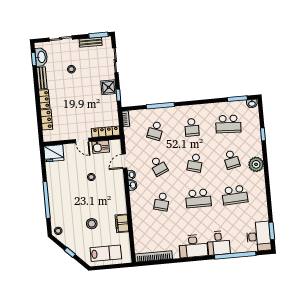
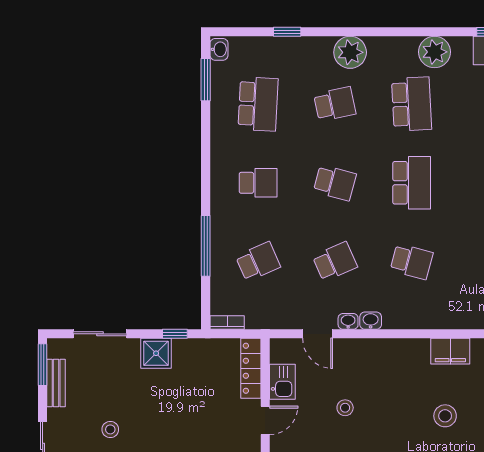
school desk: (155, 131) -> (258, 262), turned -45
plant: (260, 203) -> (434, 52), added

